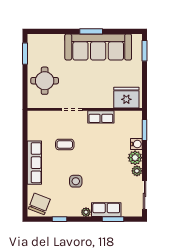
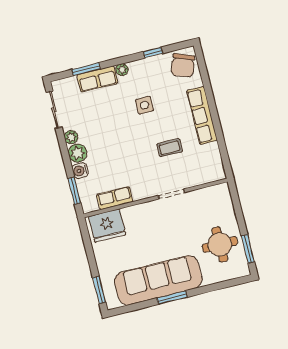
round table: (45, 81) -> (220, 244), moved
row of seats: (101, 117) -> (115, 198), moved

